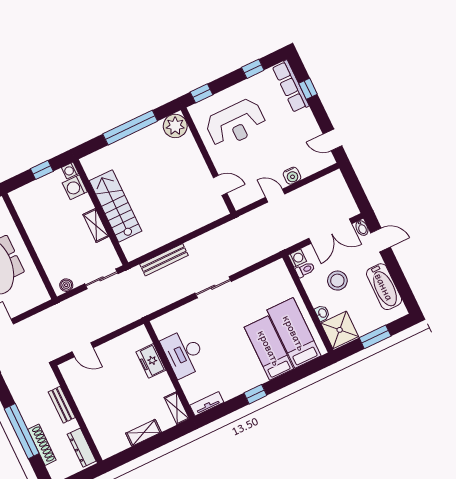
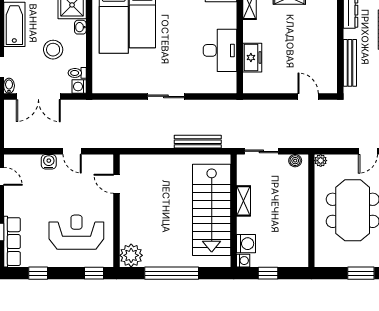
stairs: (115, 206) -> (212, 210), width x1.36, depth x1.51
double door: (330, 231) -> (38, 96), swing flipped
plant: (43, 296) -> (321, 161), added
bench: (62, 405) -> (350, 63), width x1.36

